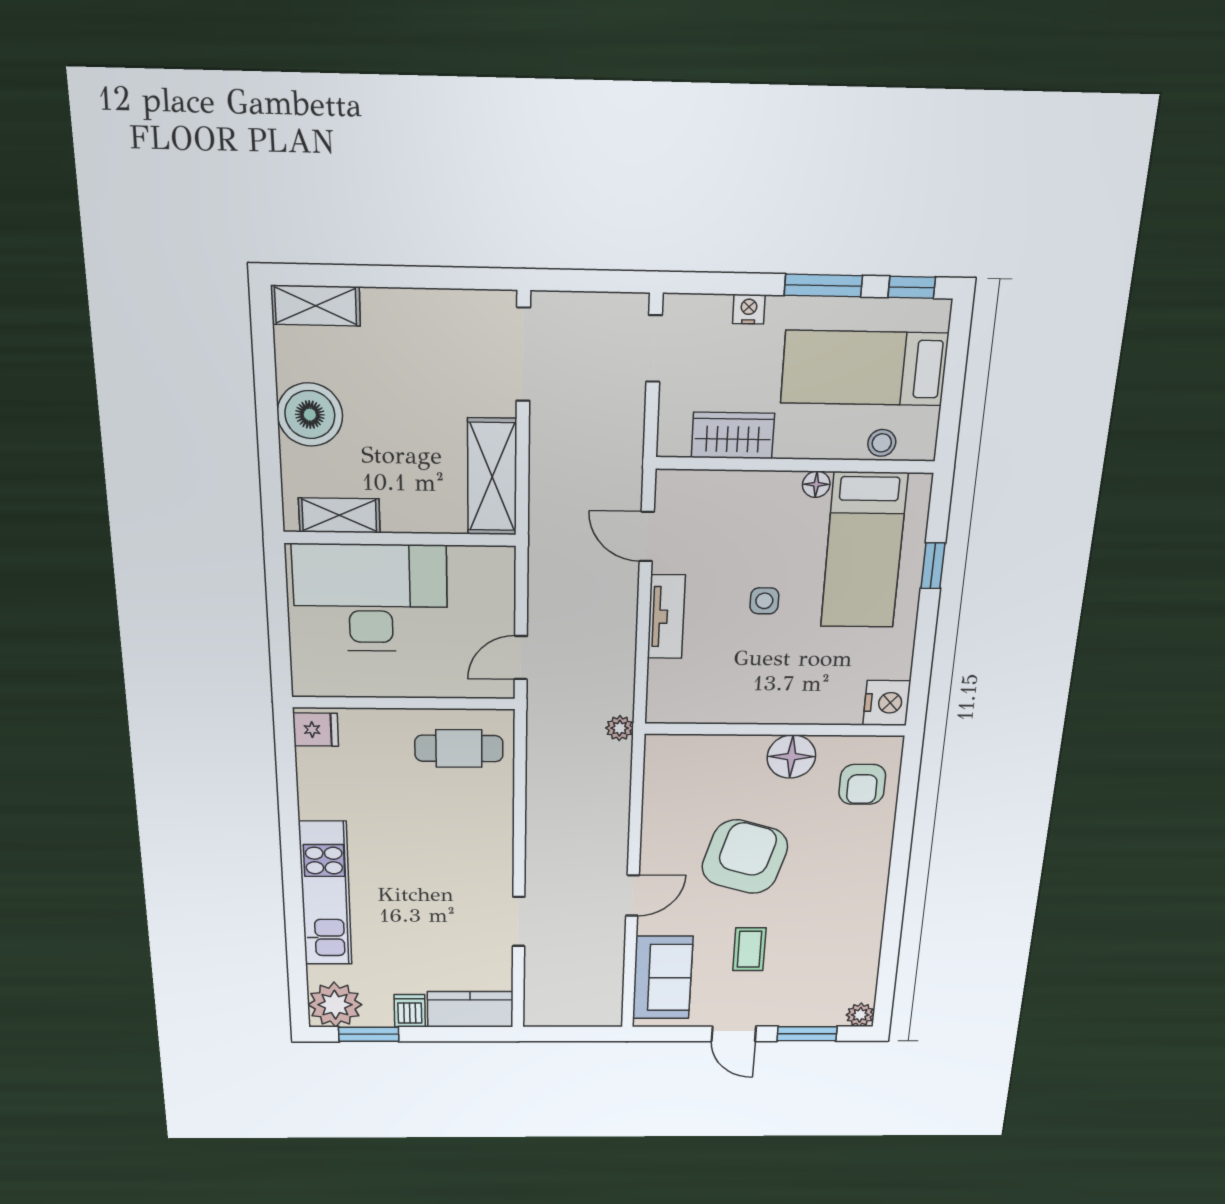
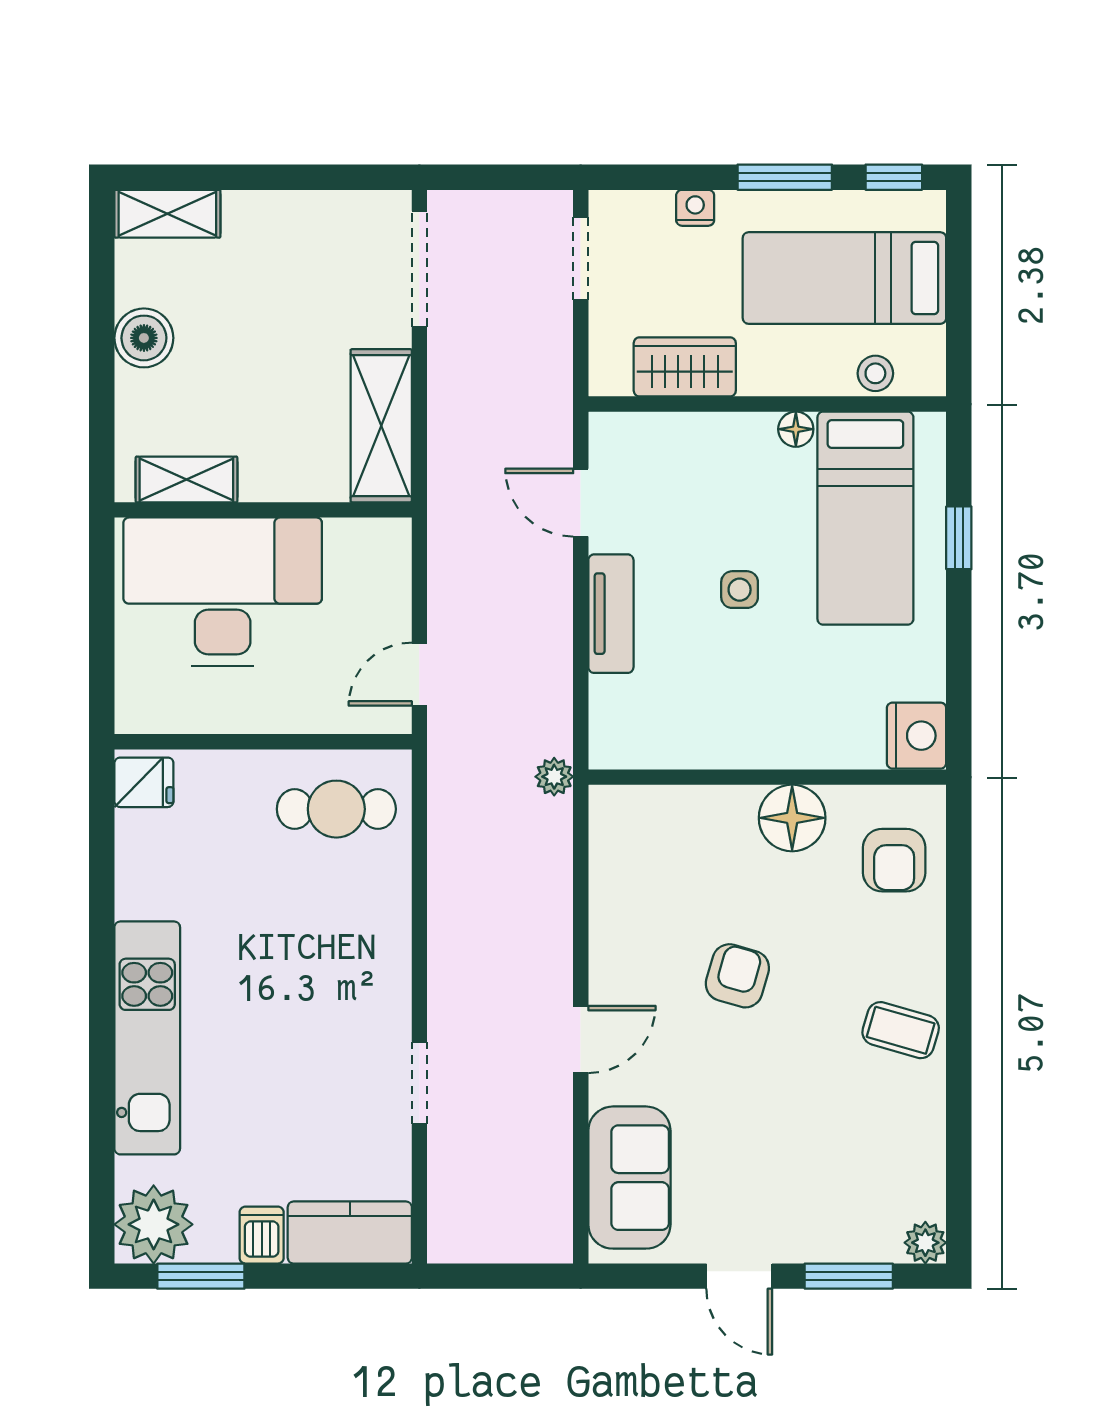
boiler: (310, 415) -> (144, 338), width x0.73, depth x0.73
armchair: (745, 857) -> (737, 976), width x0.53, depth x0.53
coffee table: (749, 949) -> (901, 1030), moved, turned -74

